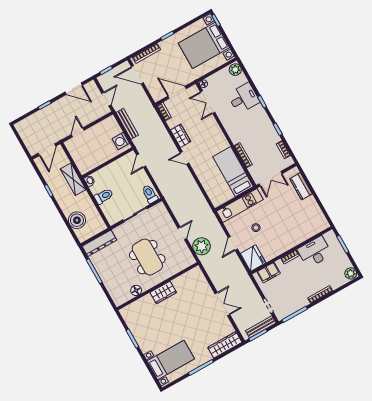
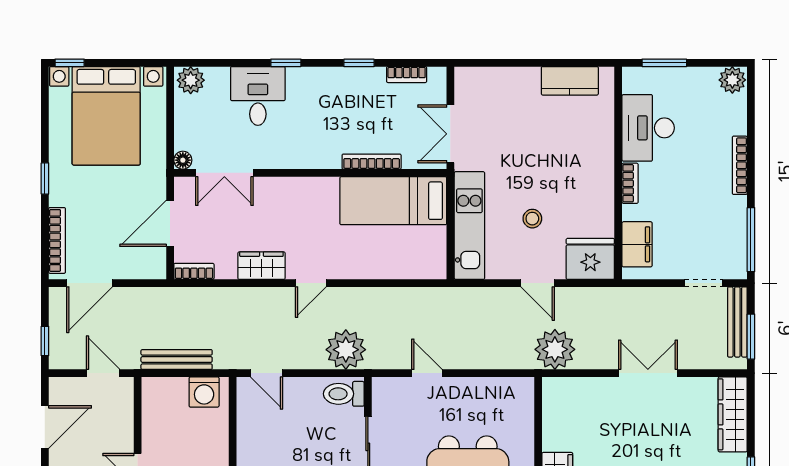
double door: (270, 179) -> (450, 134), swing flipped
plant: (167, 185) -> (346, 350), added
kitchen counter: (301, 186) -> (570, 81), moved
door: (182, 233) -> (427, 373), moved
plant: (202, 246) -> (555, 349), moved

